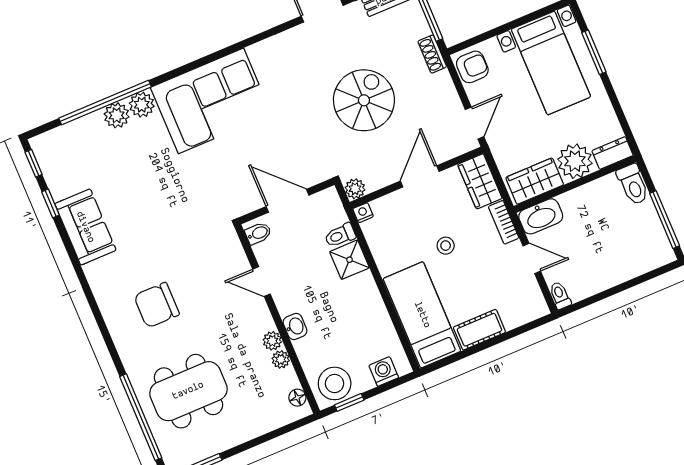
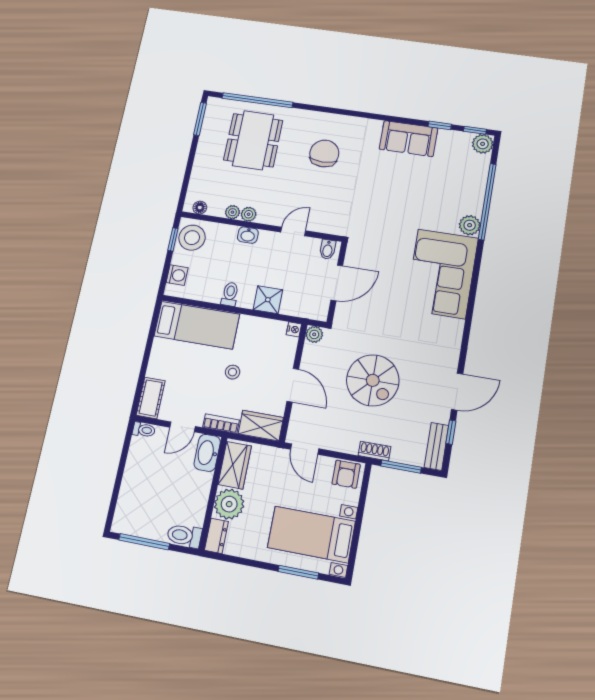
plant: (117, 115) -> (483, 144), moved
toilet: (340, 235) -> (230, 294), moved
cot: (479, 330) -> (151, 398), moved

